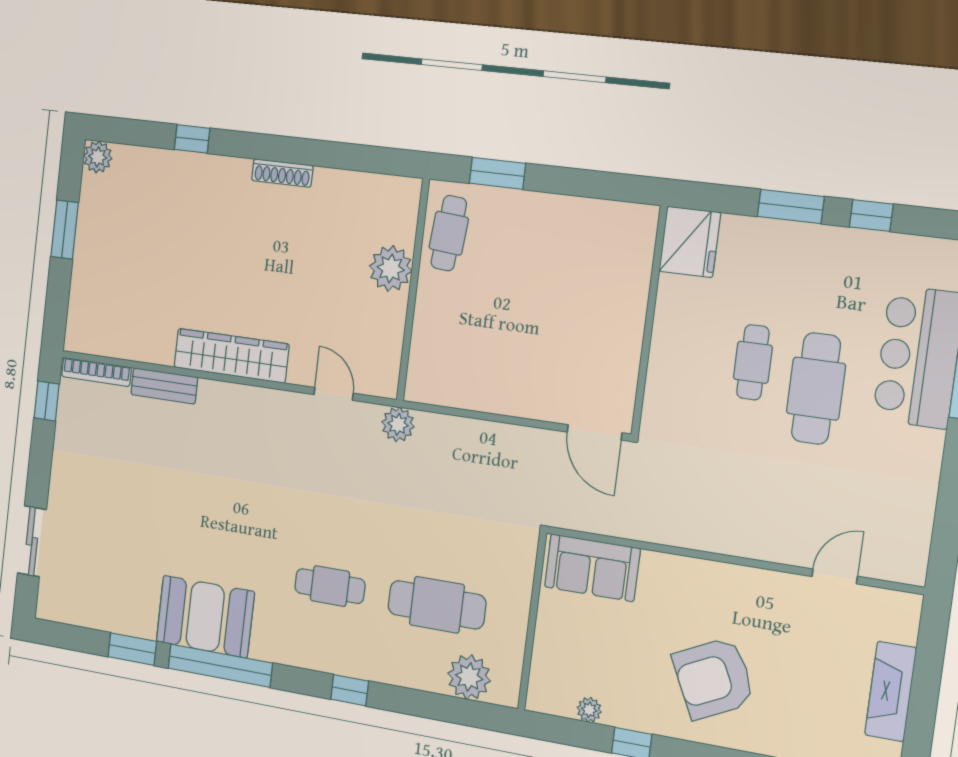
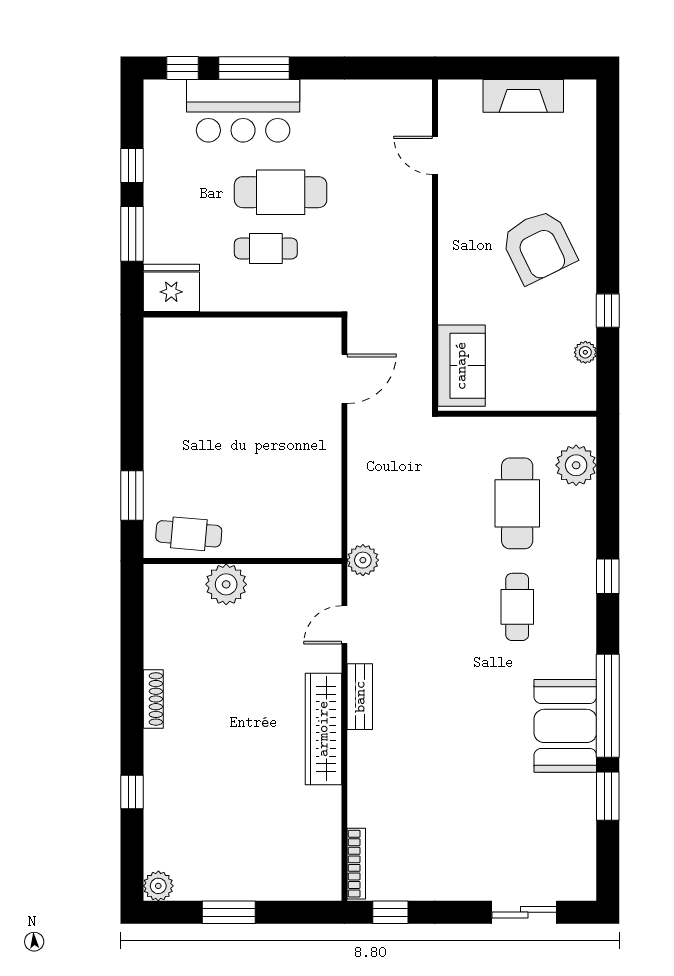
fridge: (690, 242) -> (171, 288), moved
wall: (649, 321) -> (242, 315), moved
bench: (164, 386) -> (360, 697), moved

